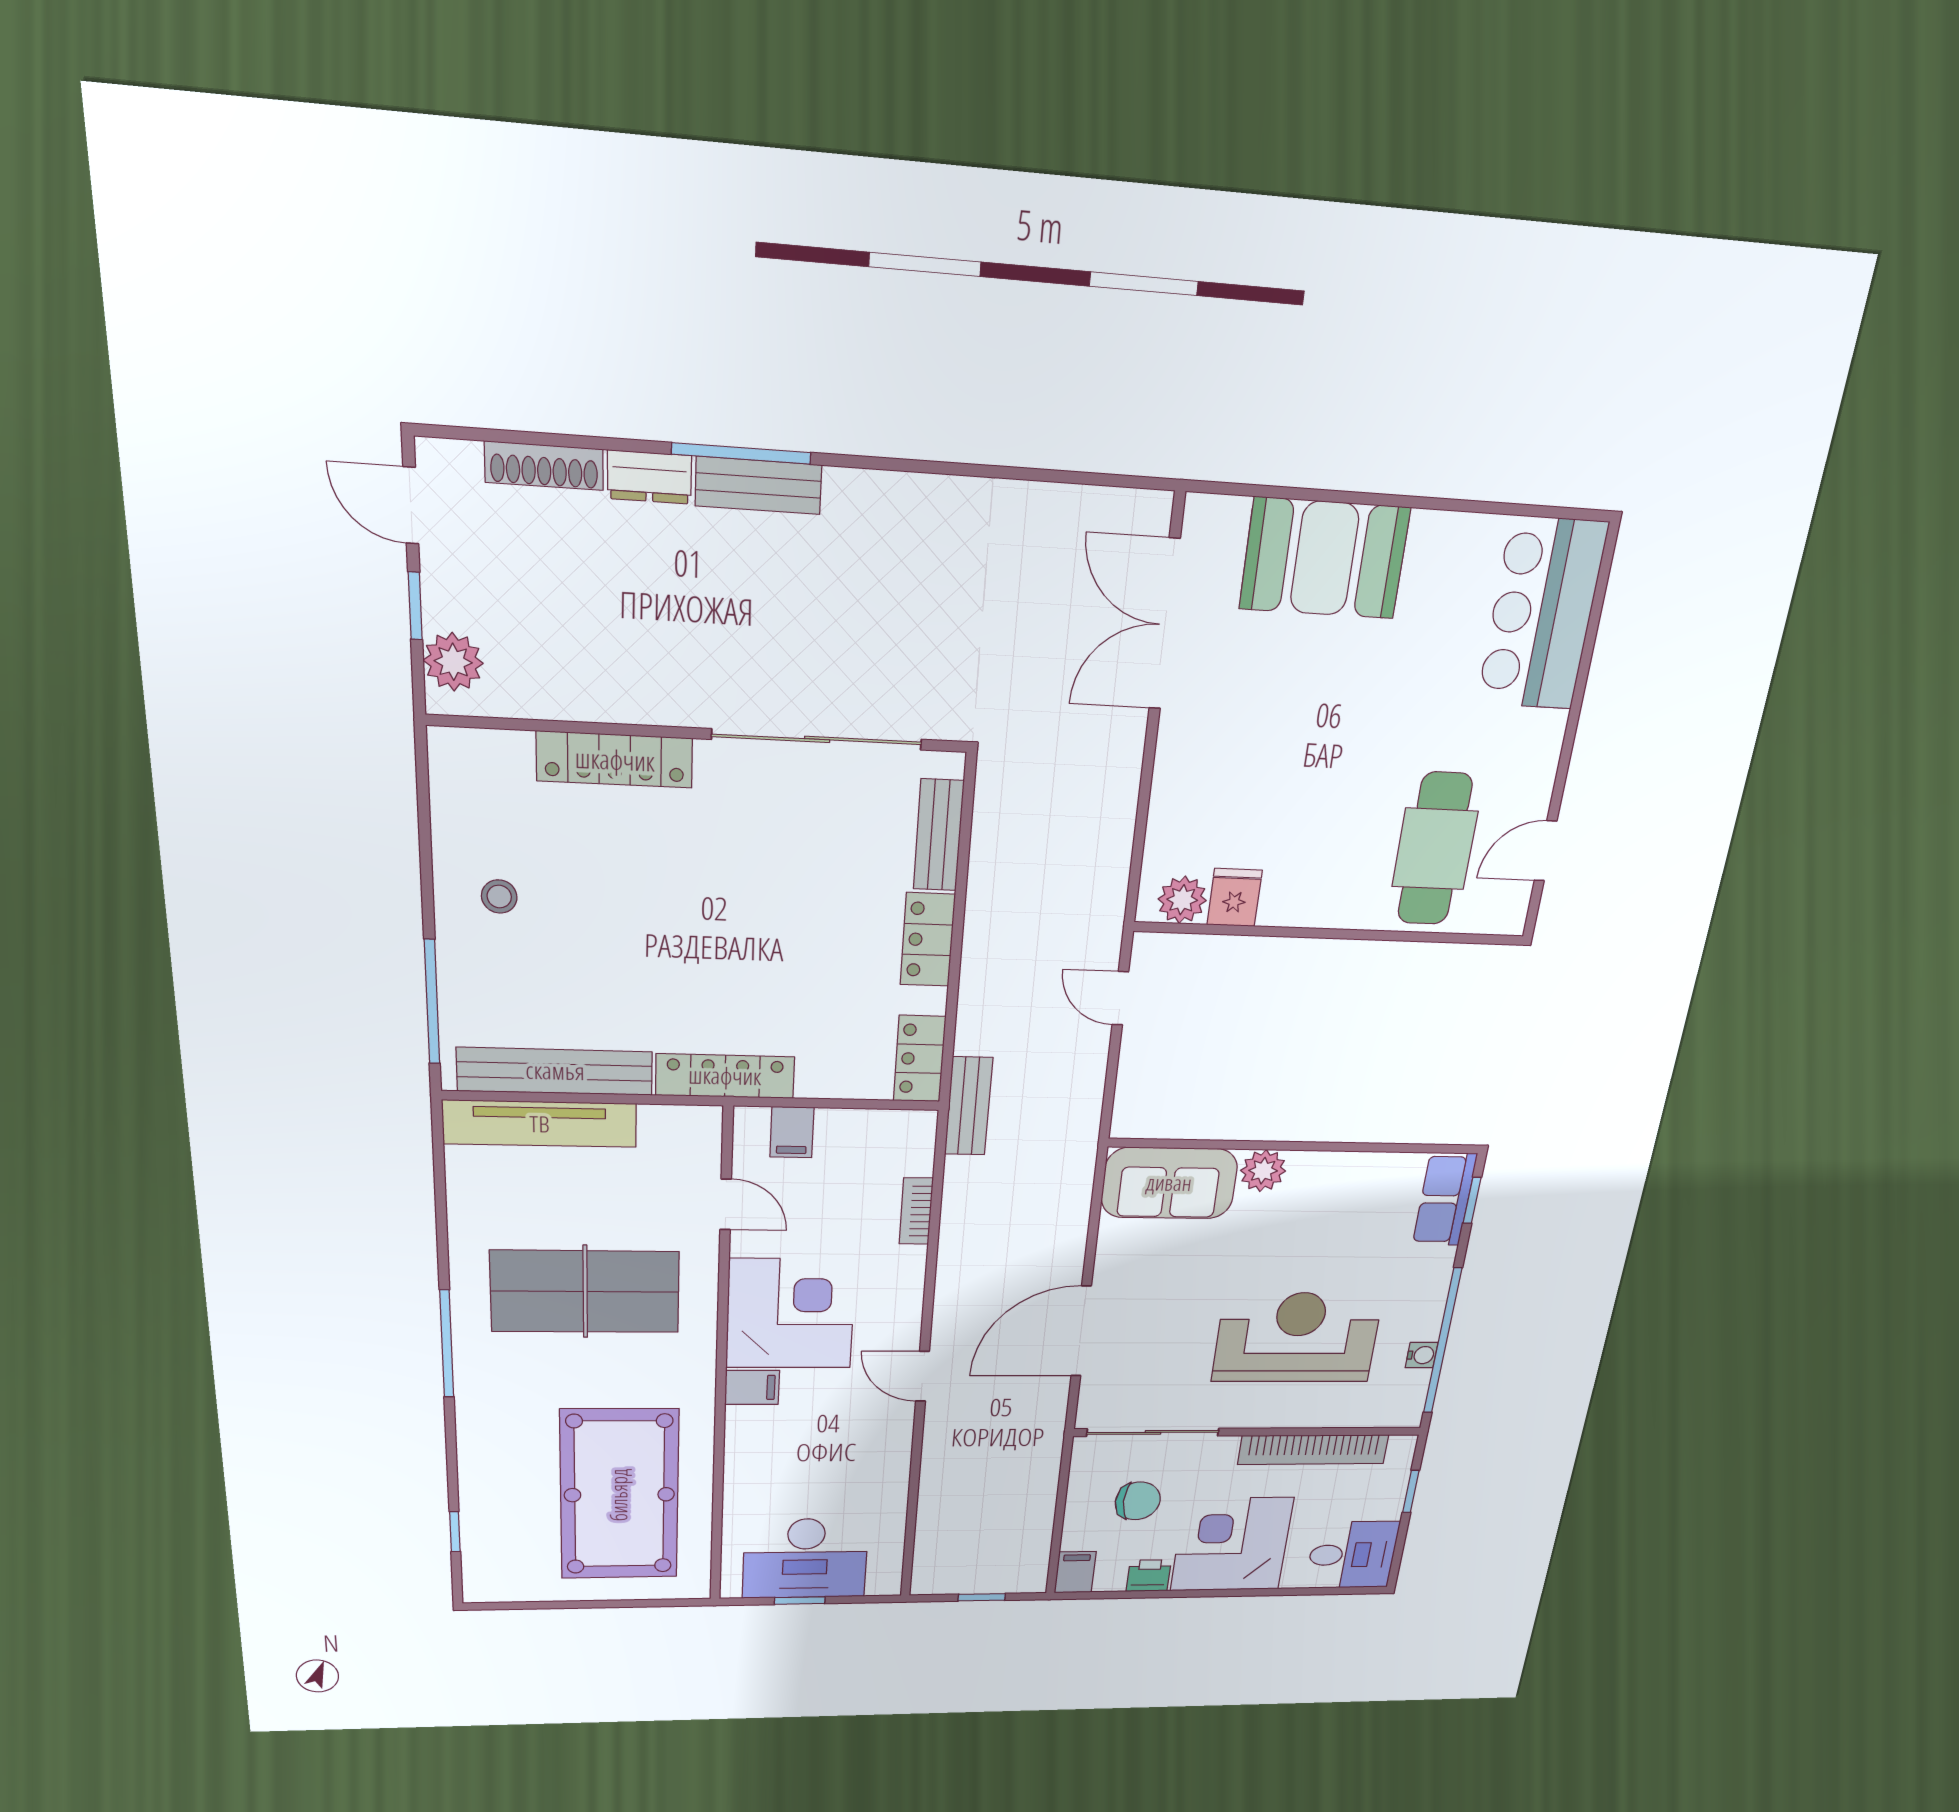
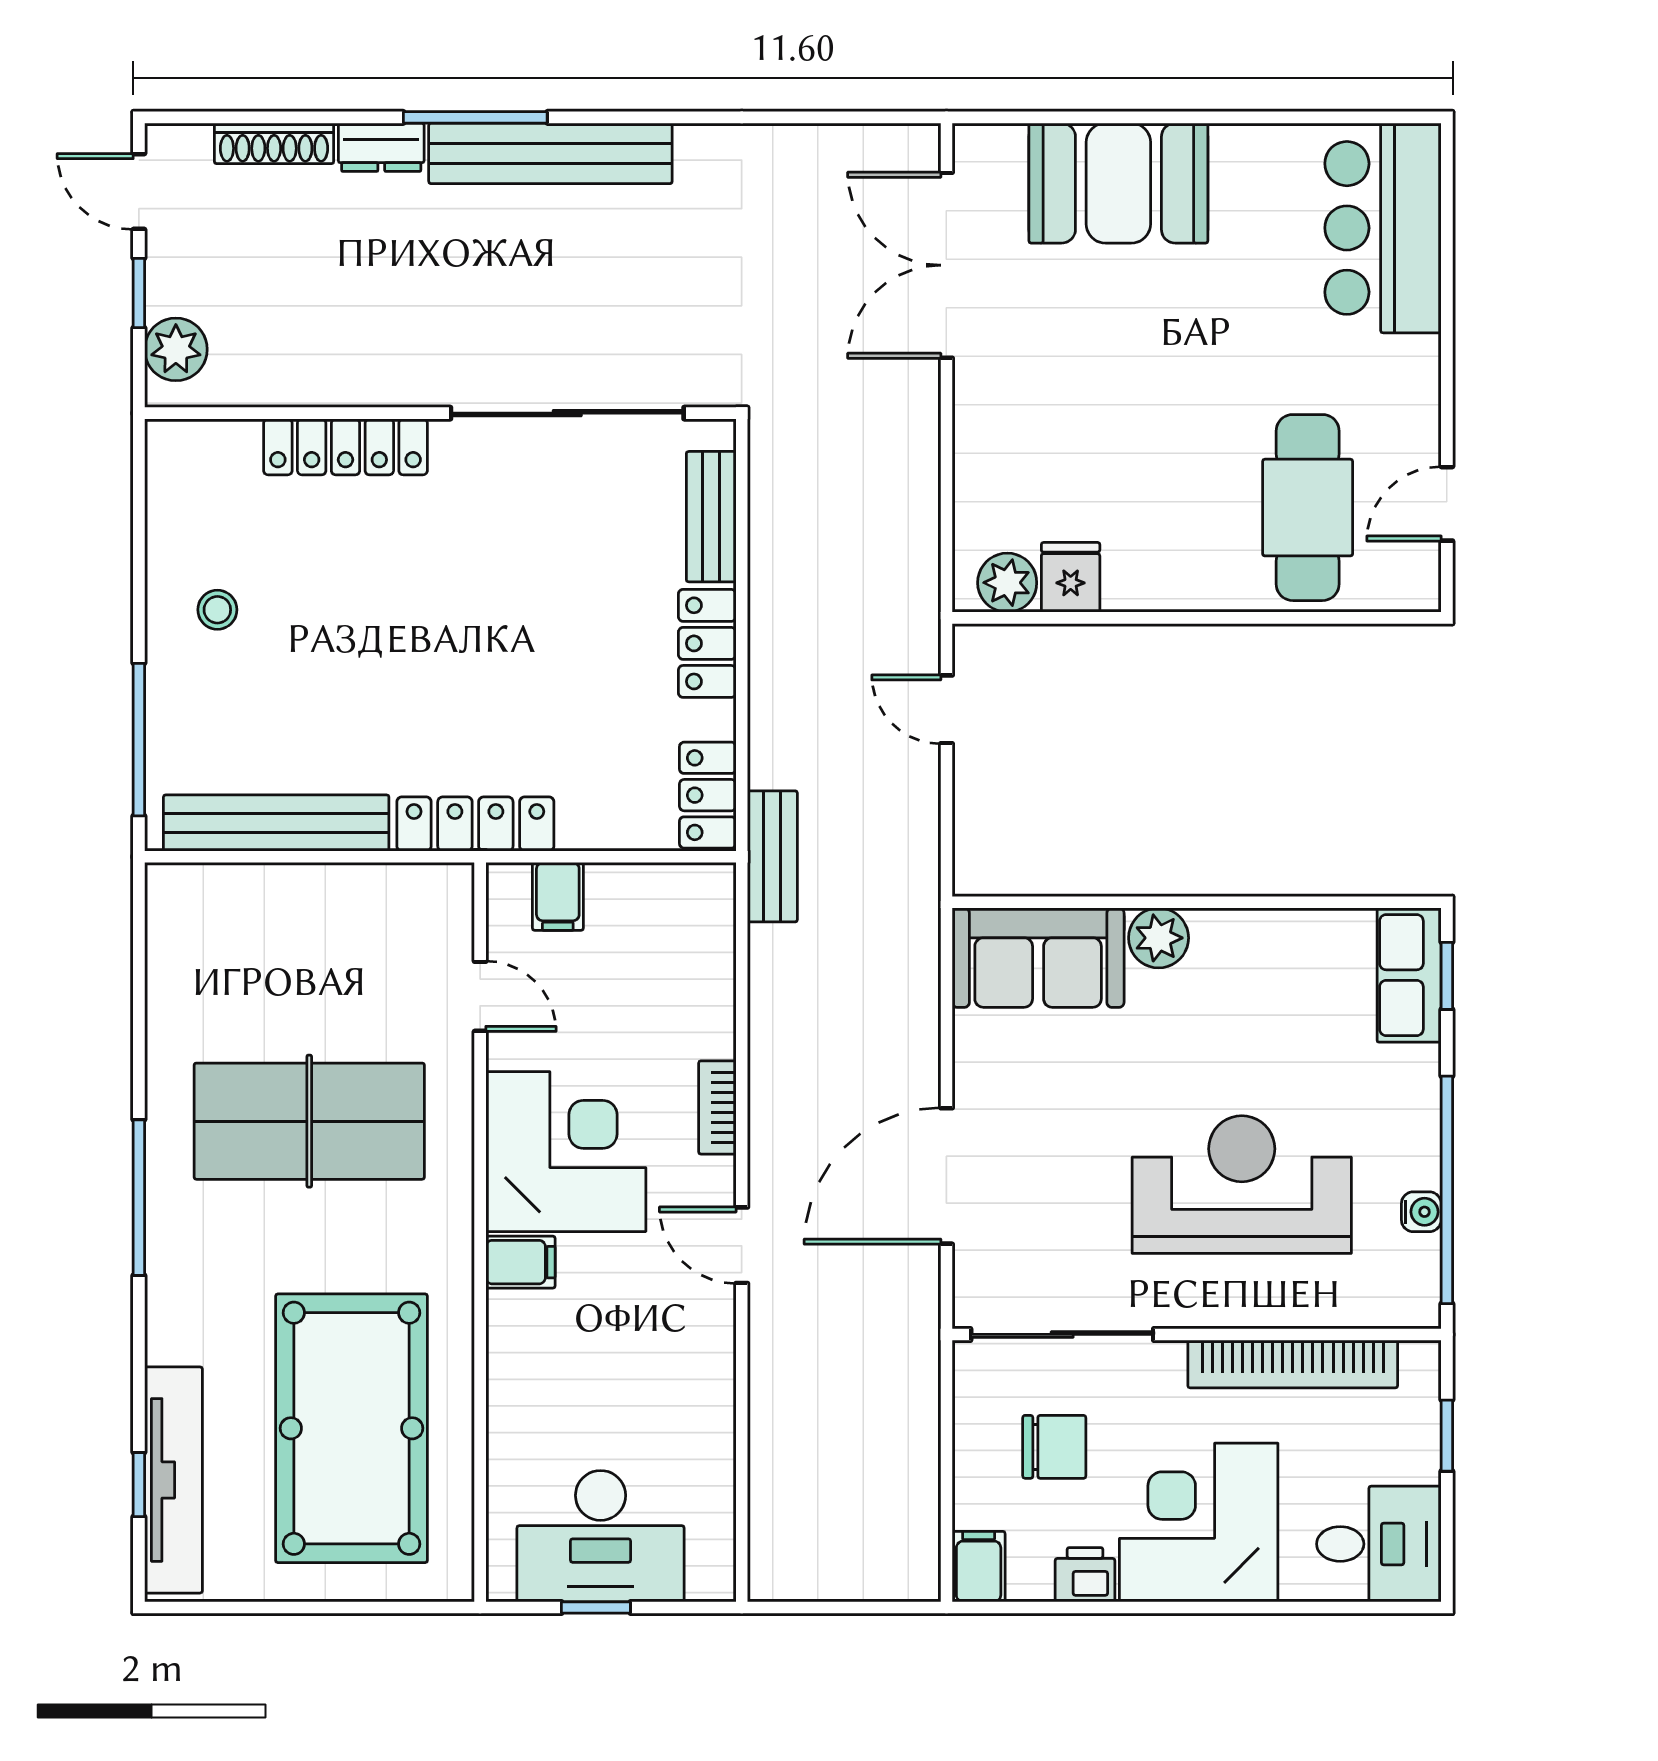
bench: (758, 485) -> (550, 153), width x1.86, depth x1.21
tv unit: (540, 1124) -> (173, 1480), moved, turned -90
bookcase: (916, 1211) -> (717, 1107), moved
window: (982, 1597) -> (849, 1607), removed

